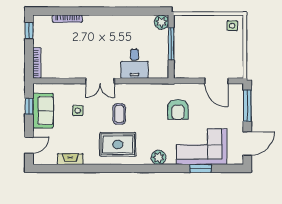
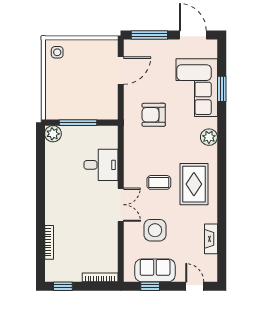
armchair: (178, 109) -> (154, 115), turned 180
side table: (78, 111) -> (155, 230), width x1.87, depth x1.87

